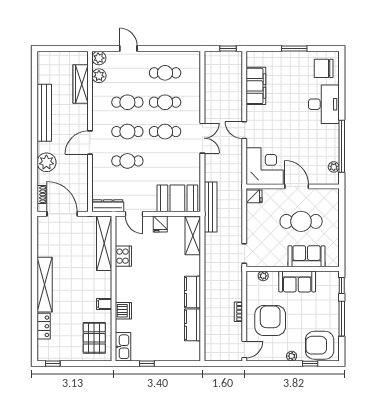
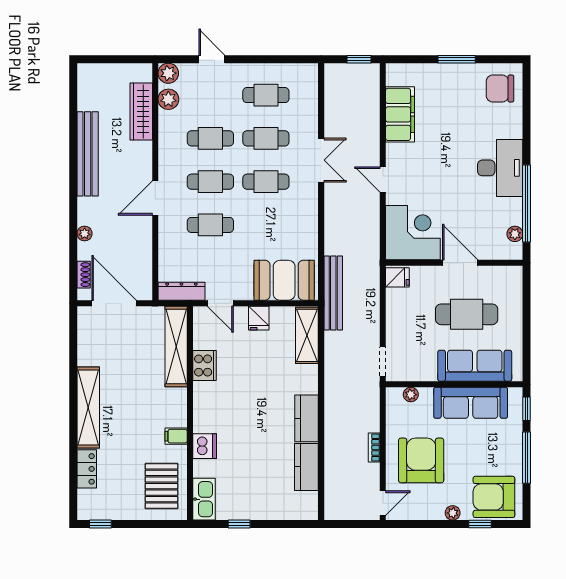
desk: (324, 104) -> (500, 168), moved
double door: (202, 138) -> (321, 160), moved
plant: (46, 162) -> (85, 234), width x0.53, depth x0.53
sofa: (307, 256) -> (475, 366), width x1.36
sofa: (297, 281) -> (471, 403), width x1.36

